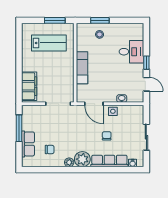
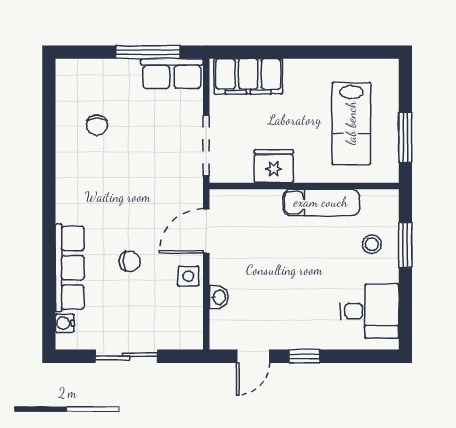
desk: (131, 52) -> (369, 311), moved, turned -90
exam couch: (82, 68) -> (321, 202), moved
fridge: (67, 75) -> (274, 166), added
row of seats: (28, 144) -> (172, 74), moved
plant: (82, 159) -> (74, 203), removed
plant: (69, 162) -> (66, 172), removed

